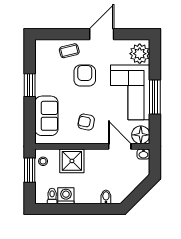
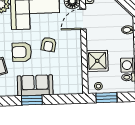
sofa: (46, 116) -> (35, 85), moved
armchair: (86, 122) -> (49, 44), moved

